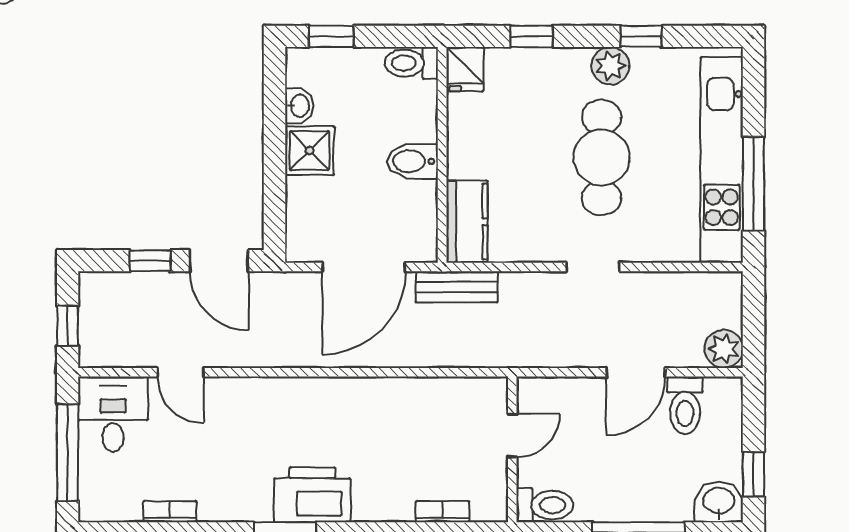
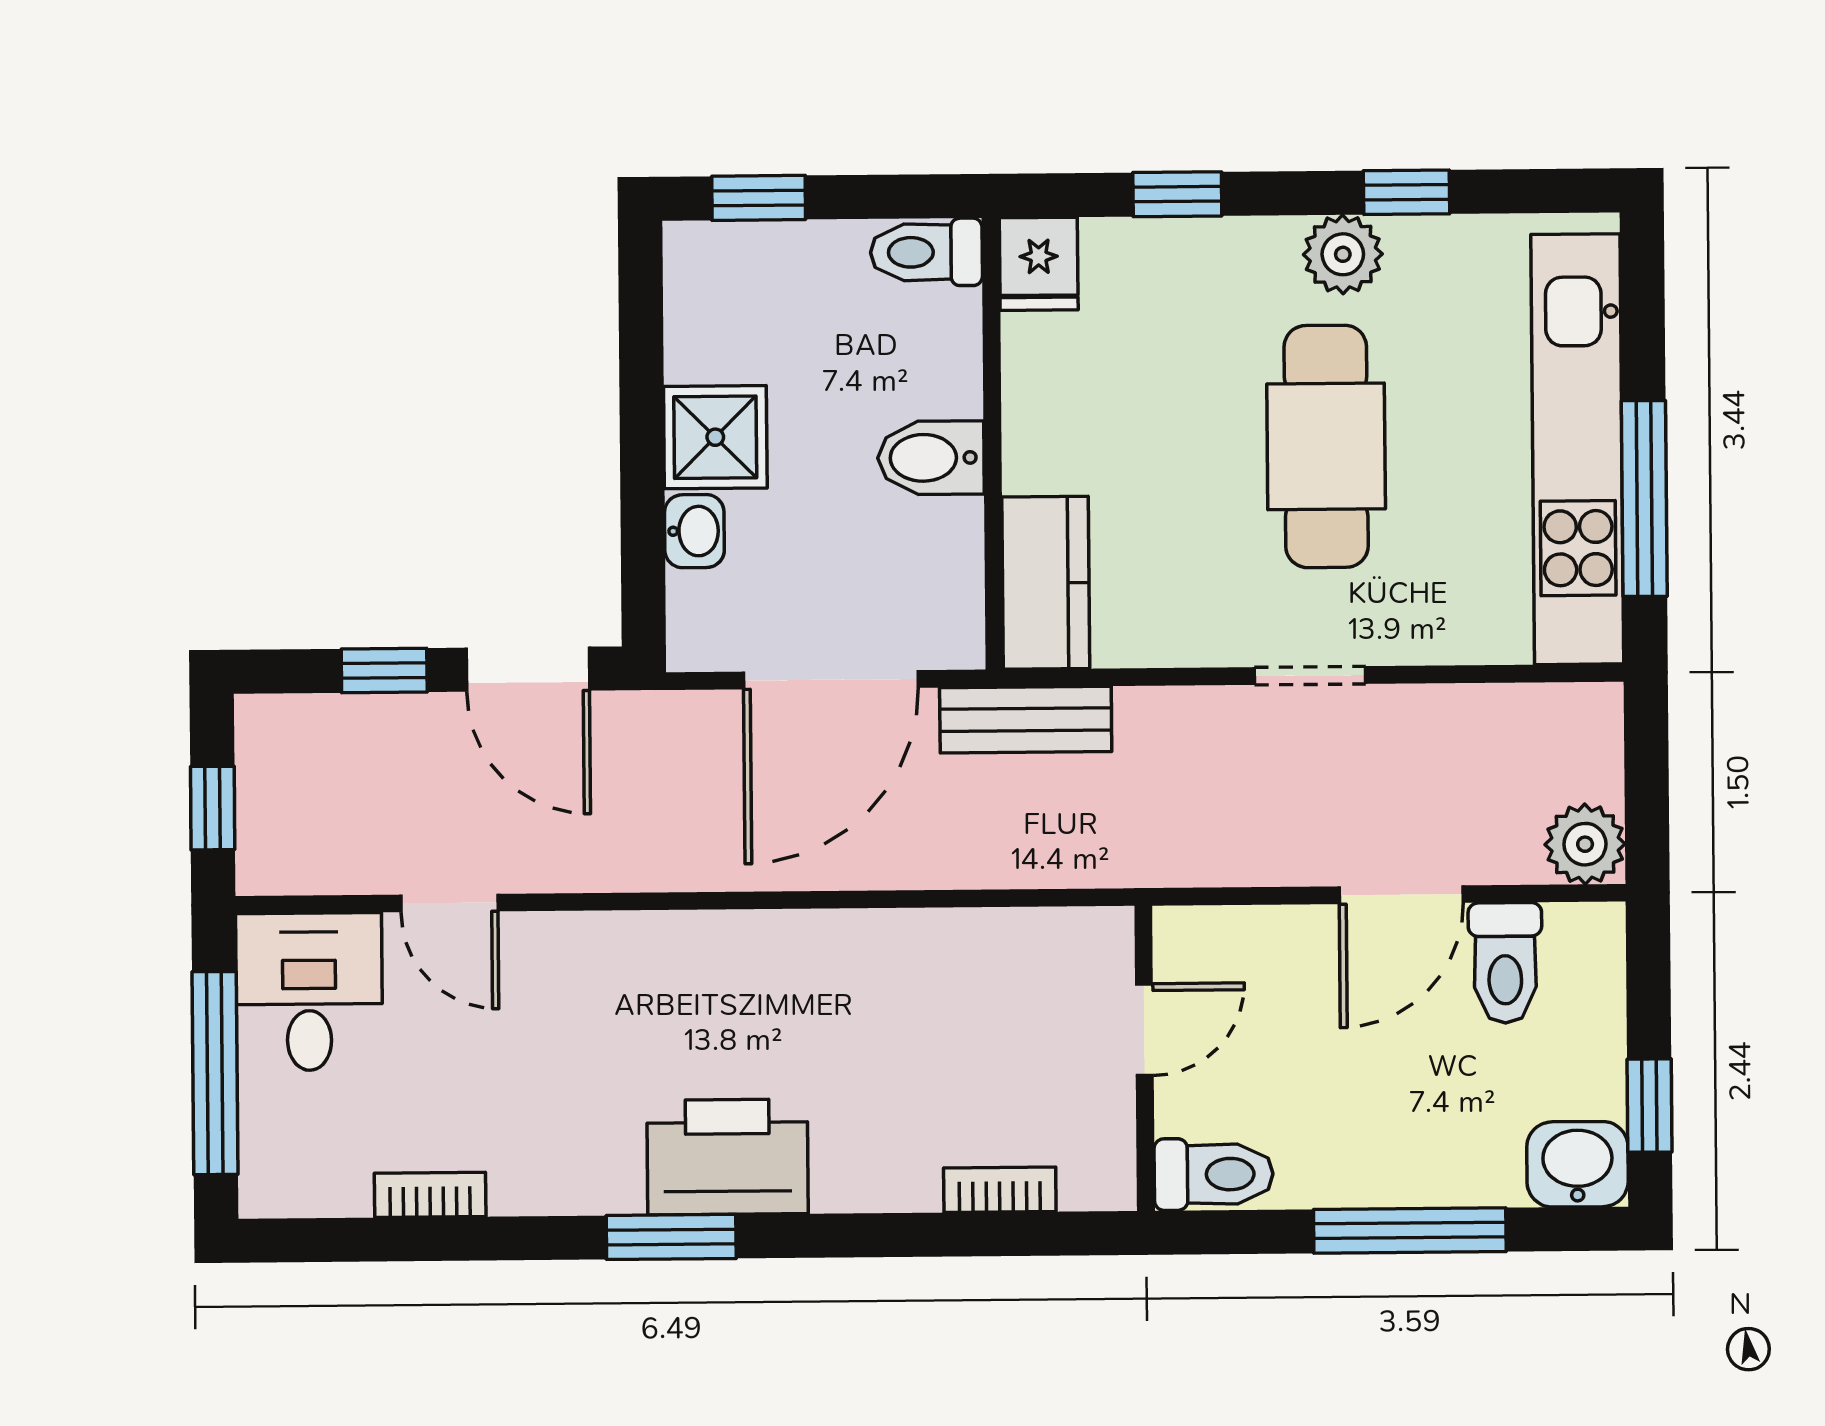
washbasin: (299, 106) -> (694, 531), moved

